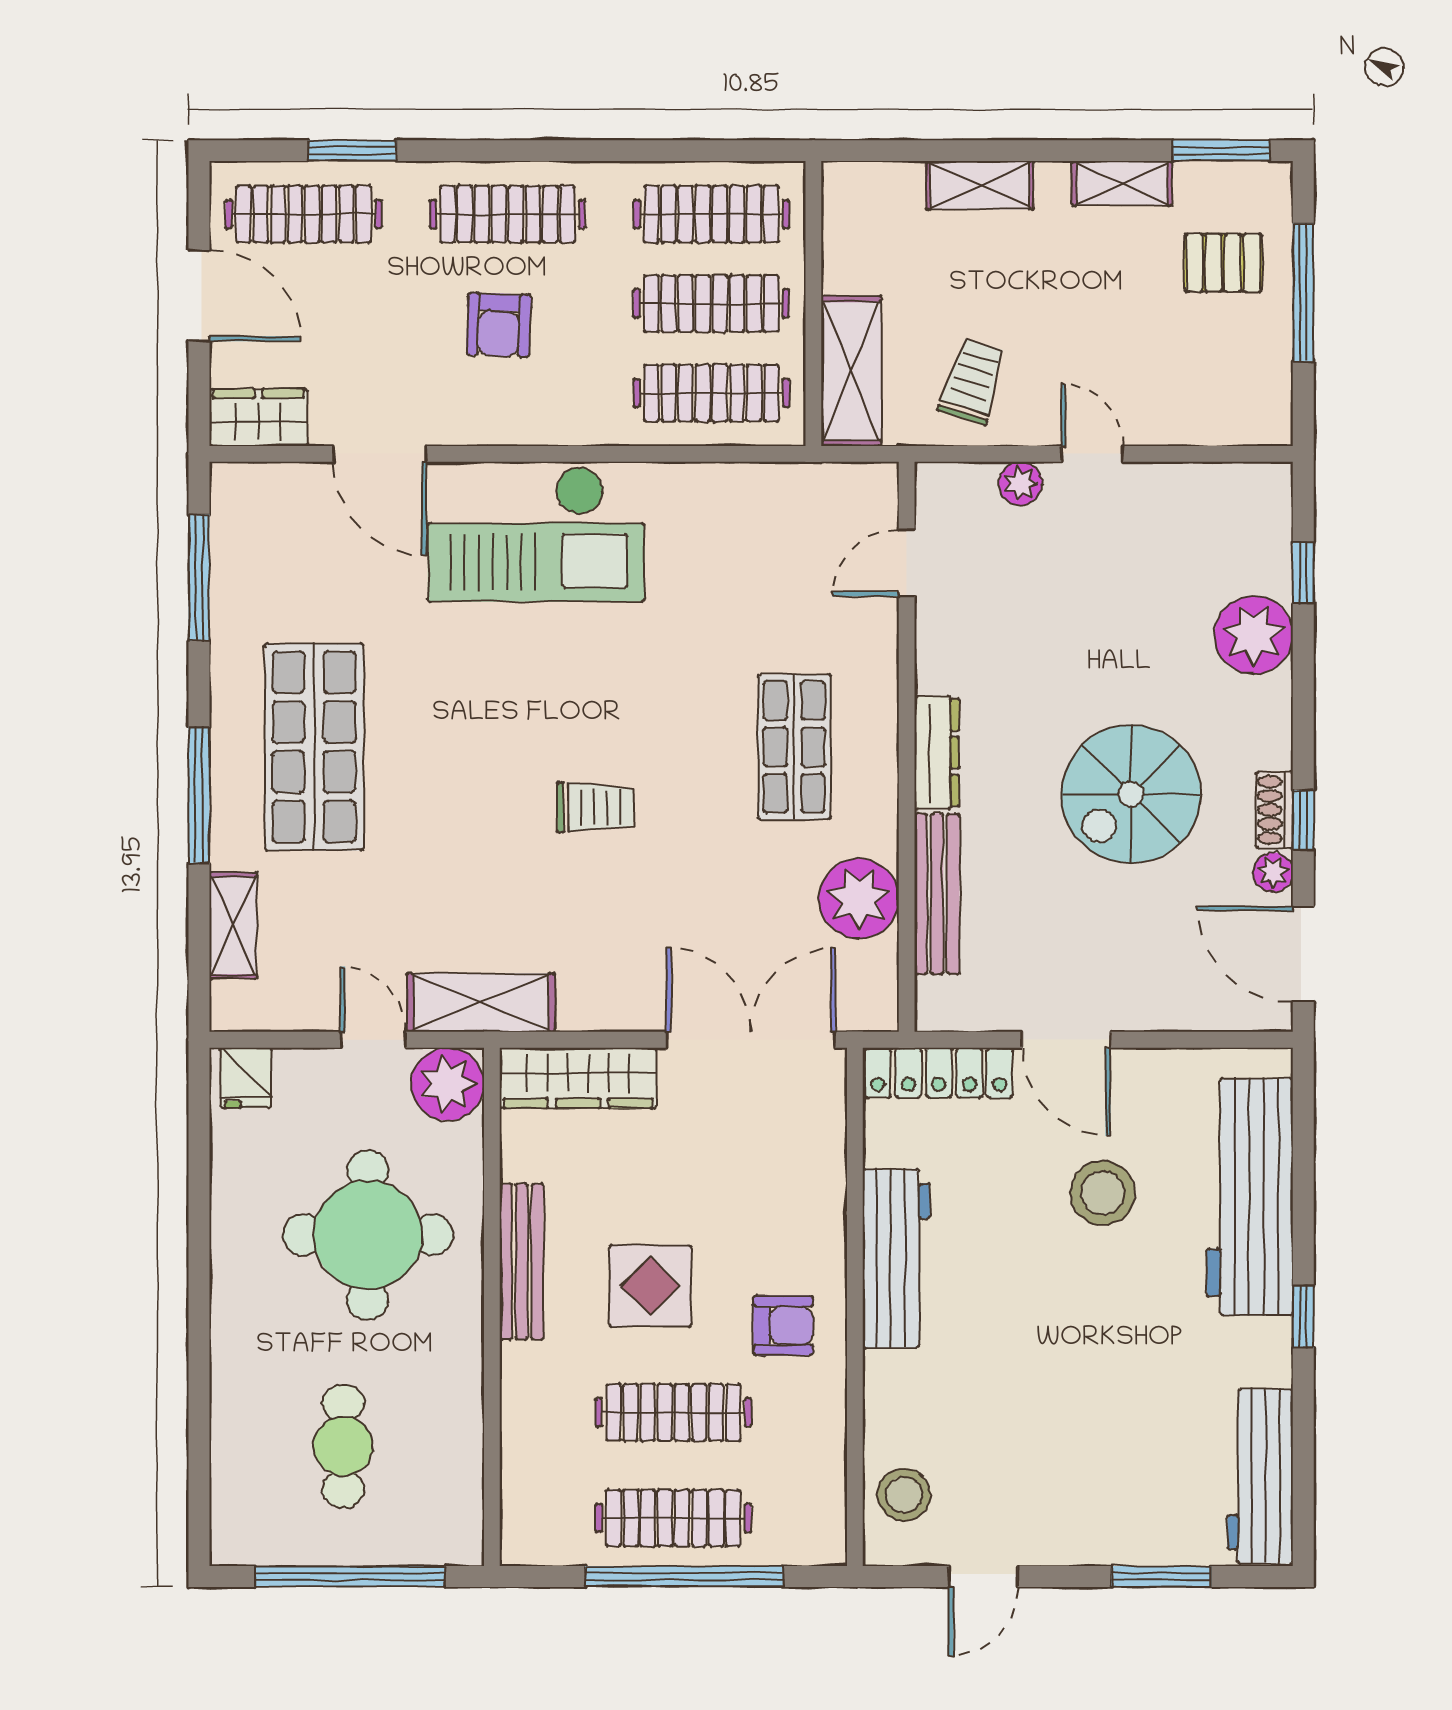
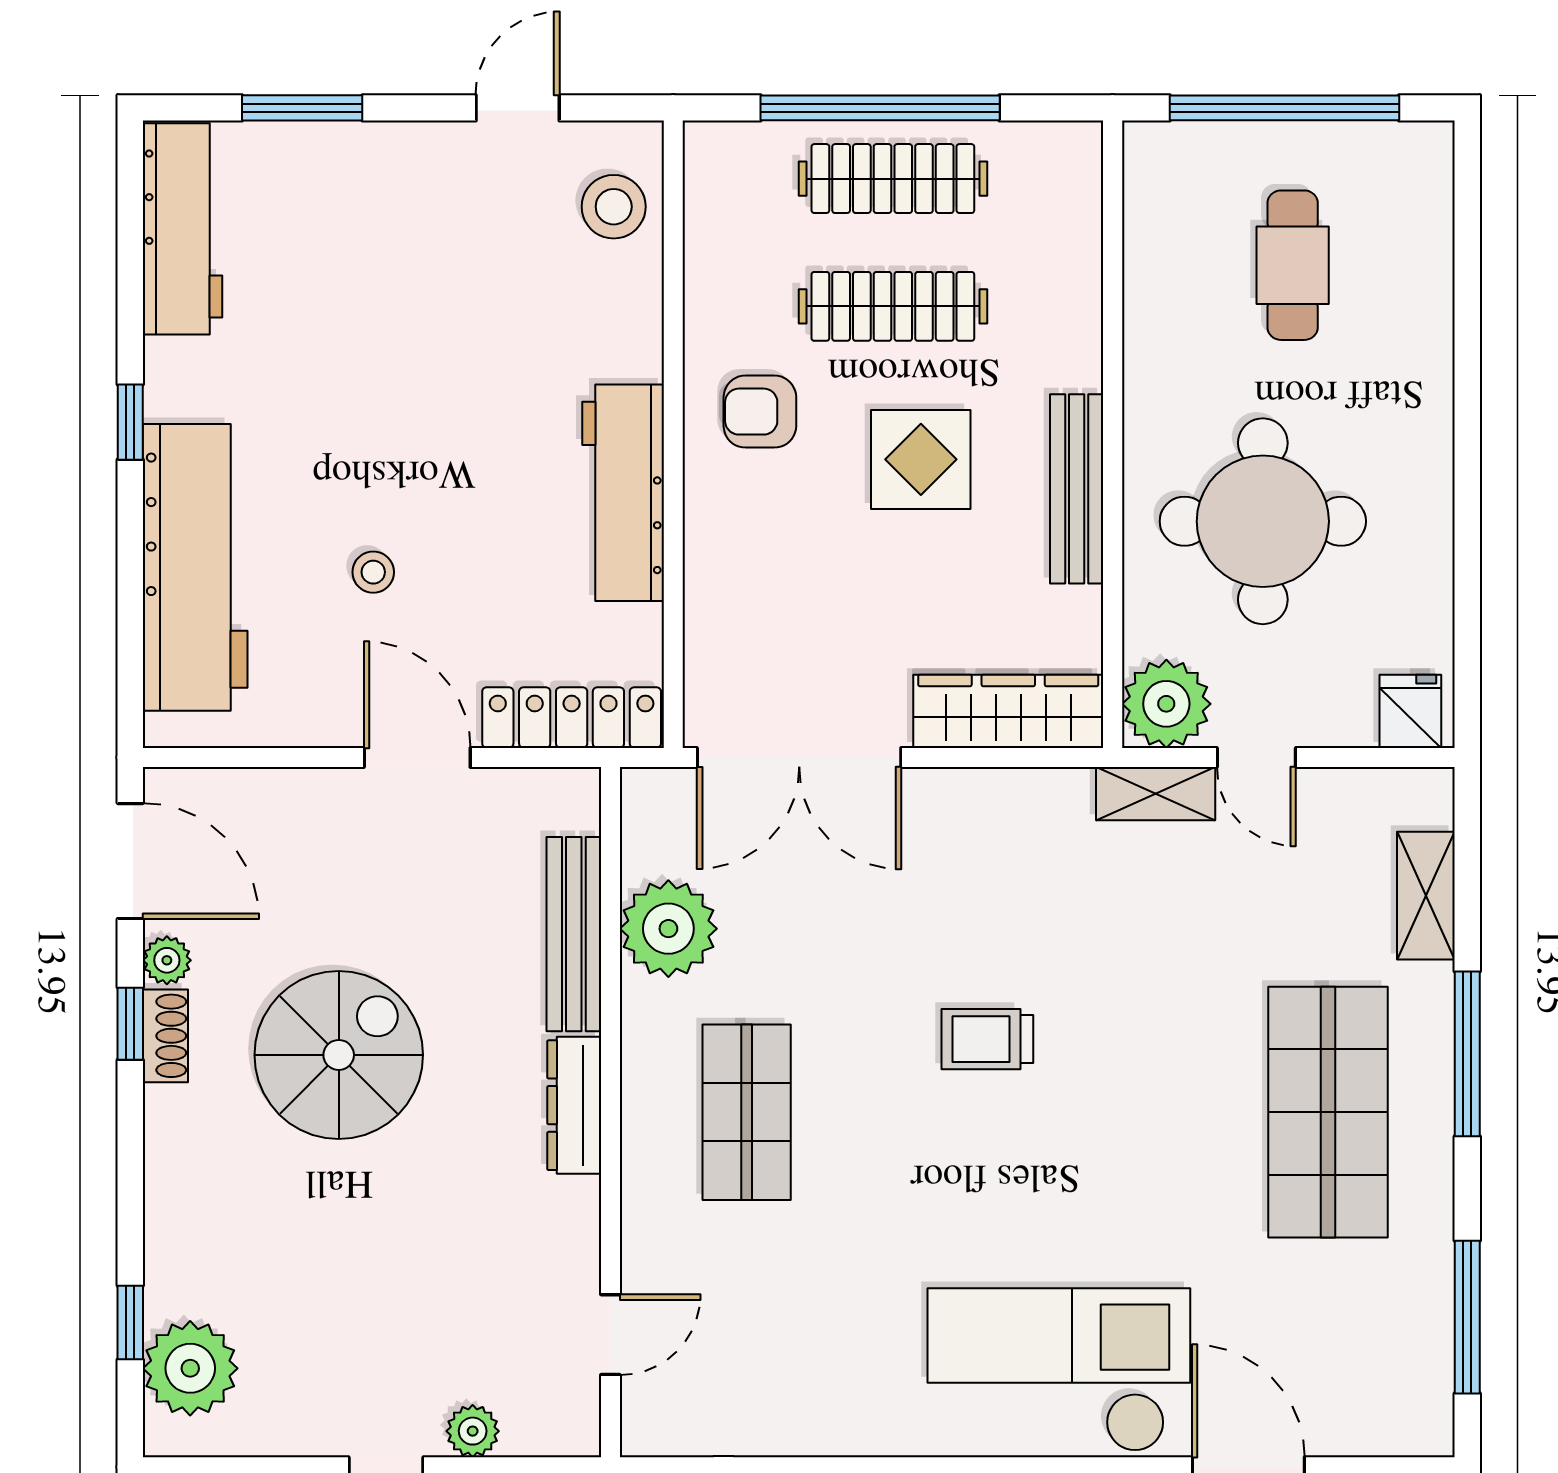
plant: (1254, 635) -> (190, 1368), moved
shelving: (481, 1003) -> (1156, 794), width x0.67, depth x0.75
stool: (1103, 1193) -> (373, 572), width x0.53, depth x0.53

